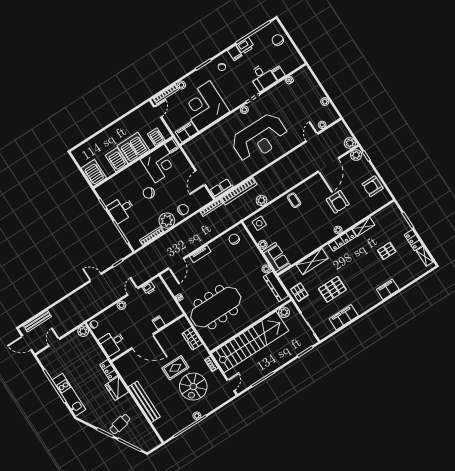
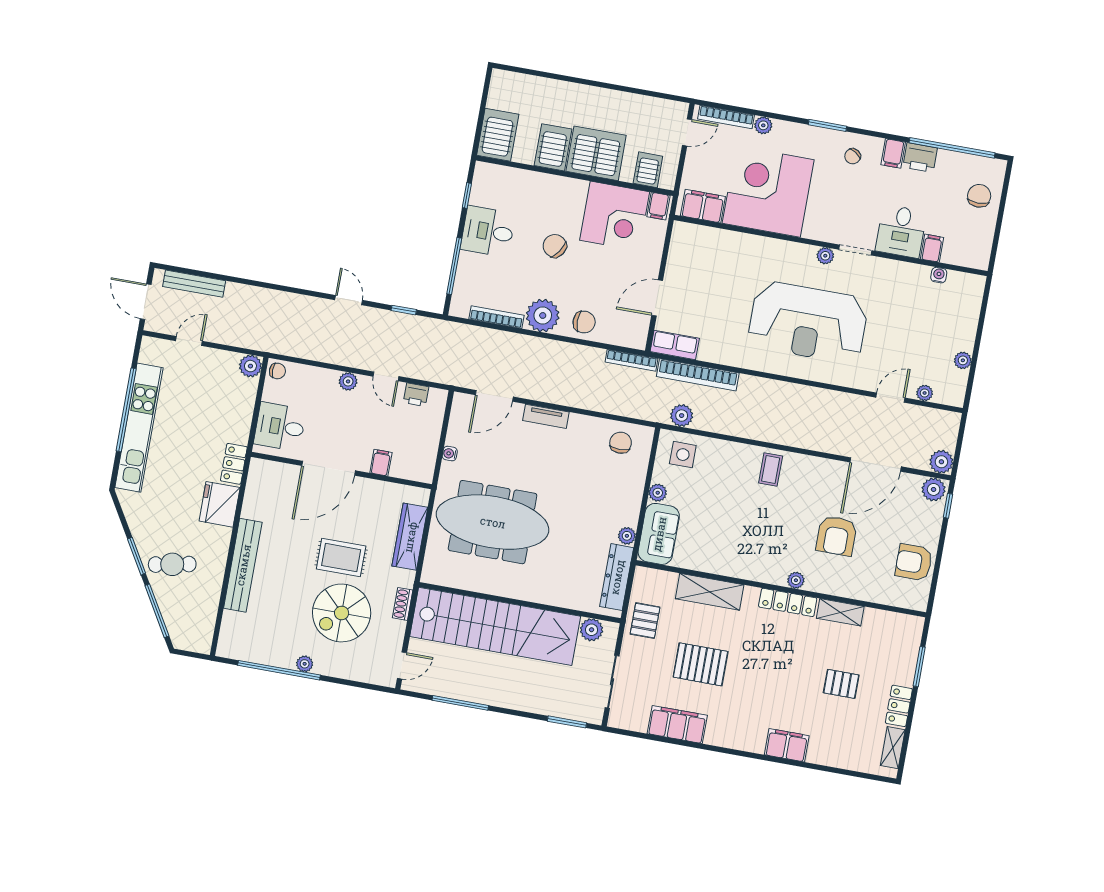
plant: (262, 200) -> (682, 416), moved
door: (133, 291) -> (386, 376), swing flipped
wardrobe: (192, 339) -> (410, 537), width x1.50
door: (143, 341) -> (329, 468), hinge flipped
kitchen unit: (69, 395) -> (139, 428), width x1.36

